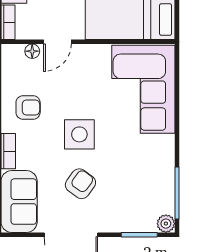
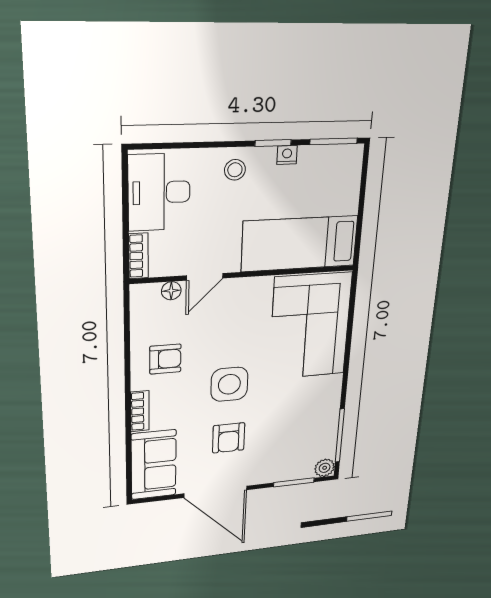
armchair: (80, 184) -> (229, 438), turned 144

